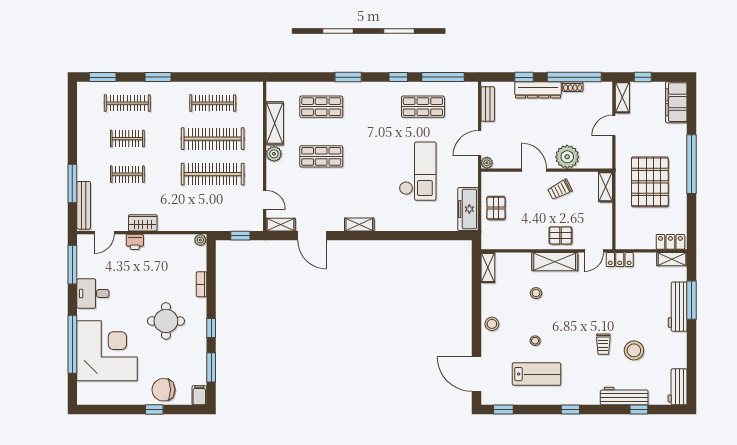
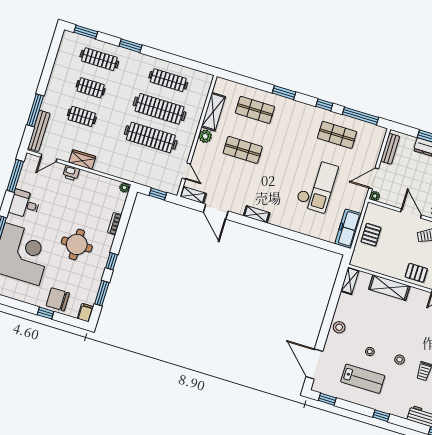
shelving: (555, 262) -> (389, 288), moved
stool: (536, 293) -> (400, 360), moved

